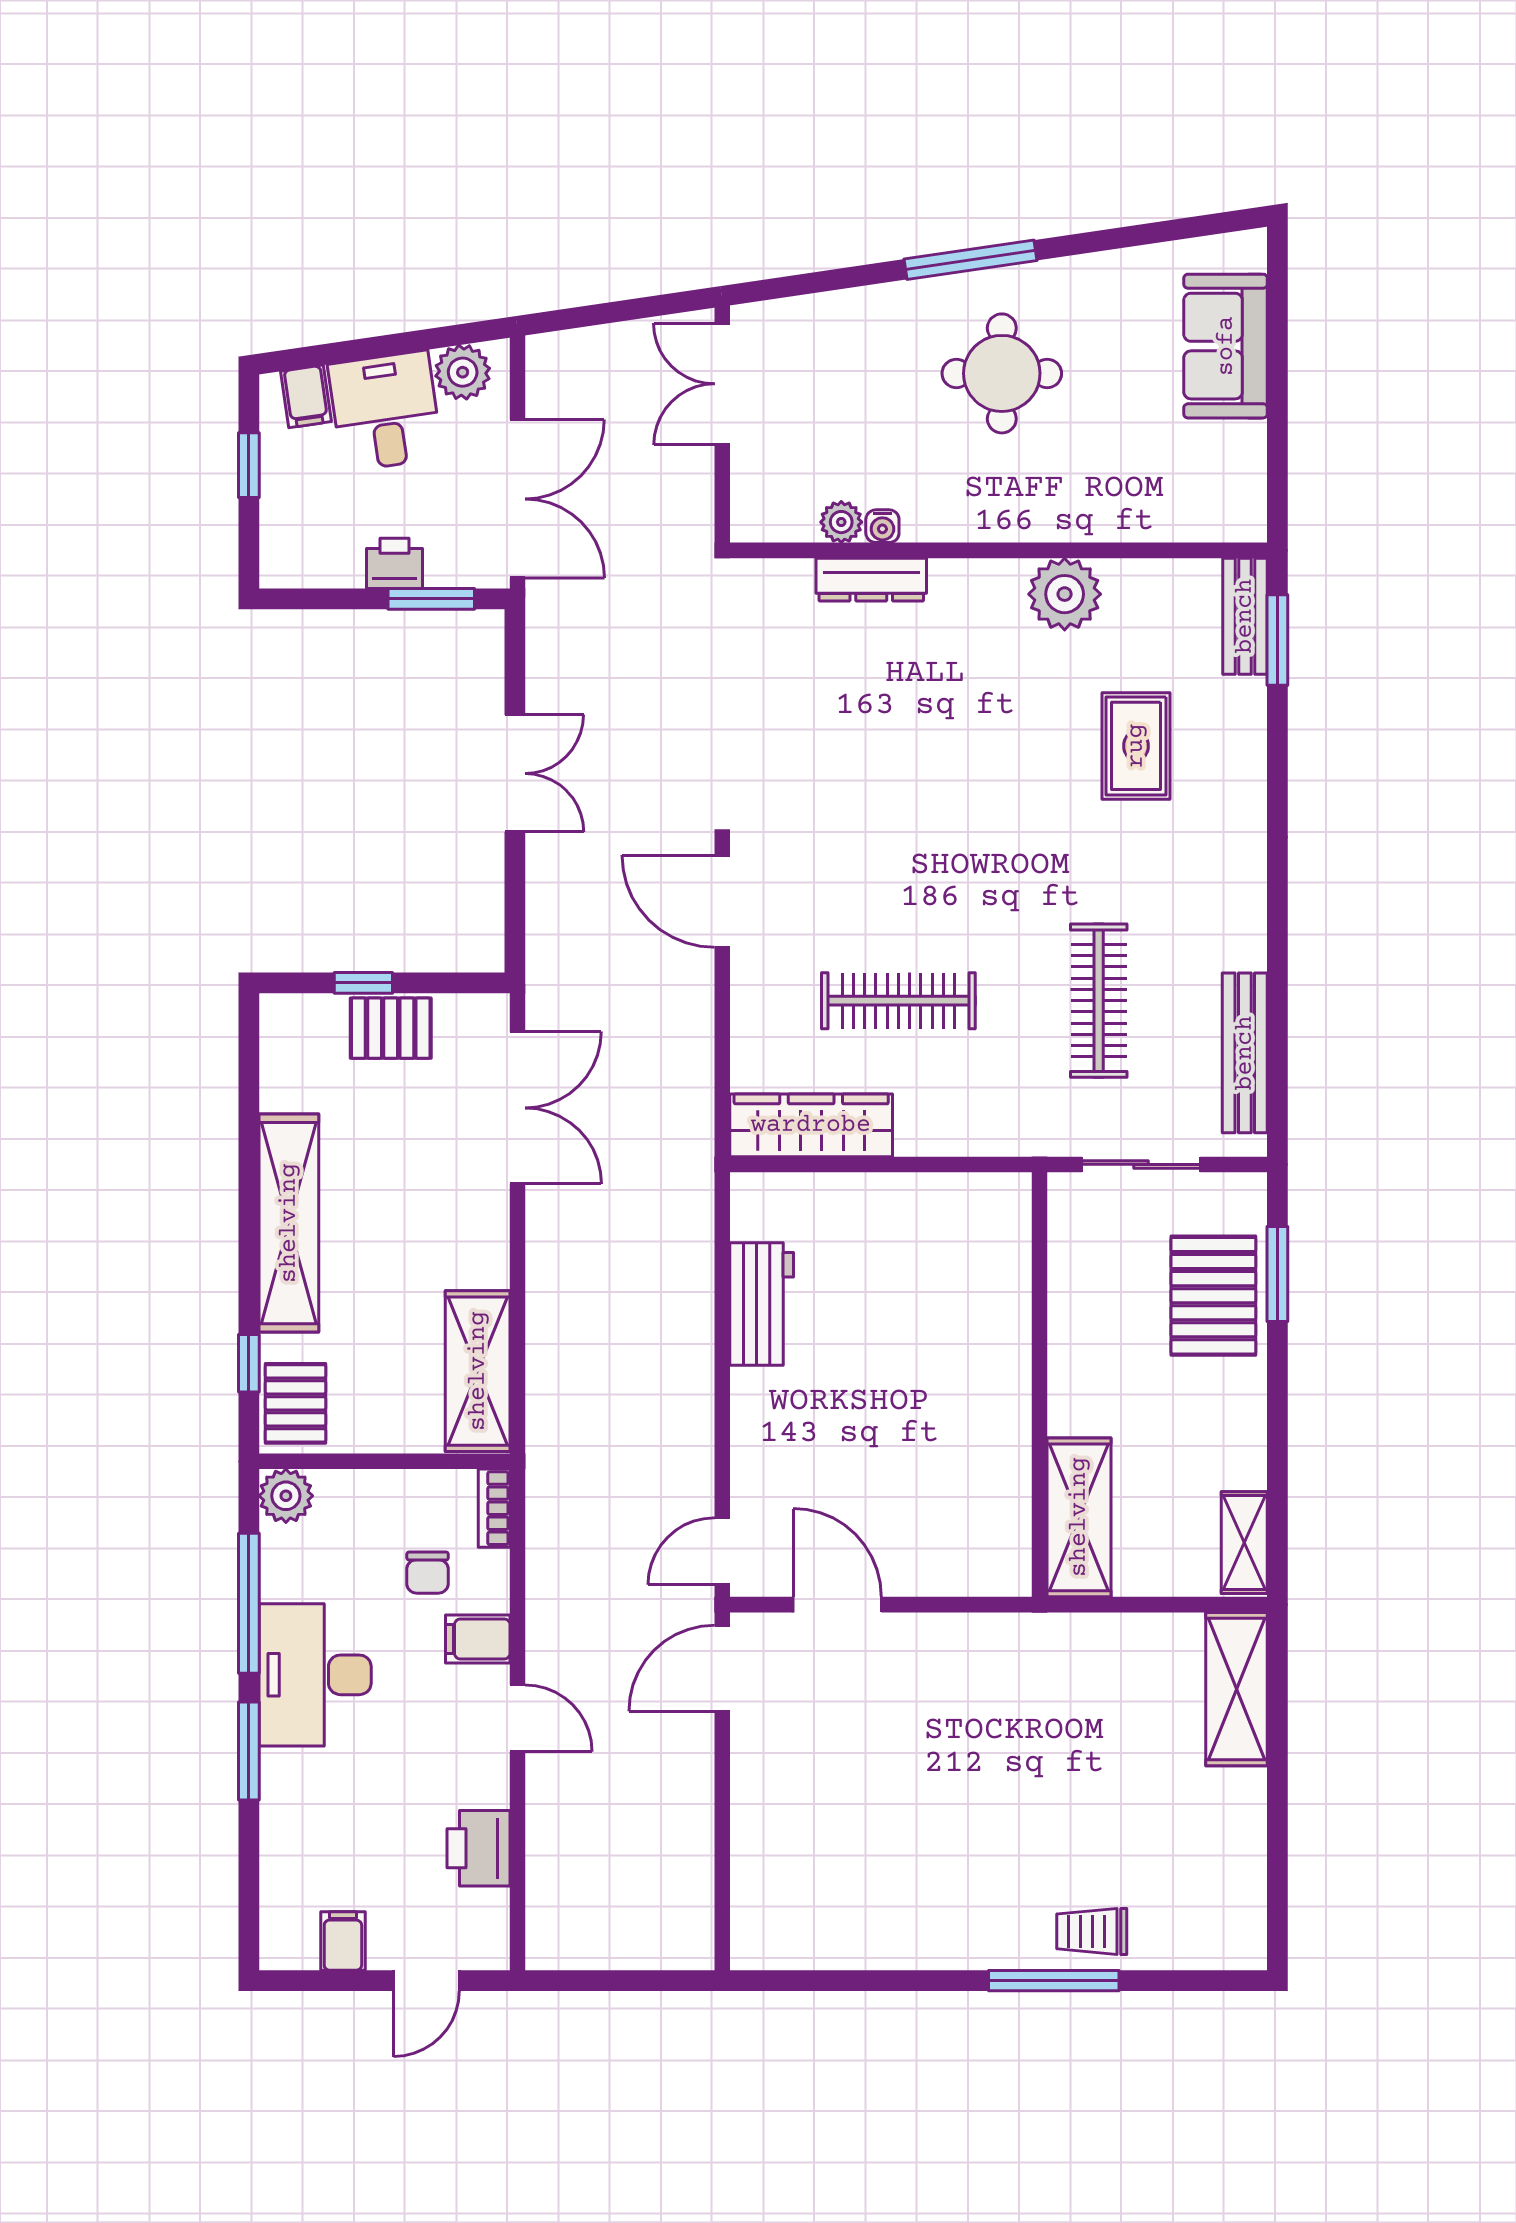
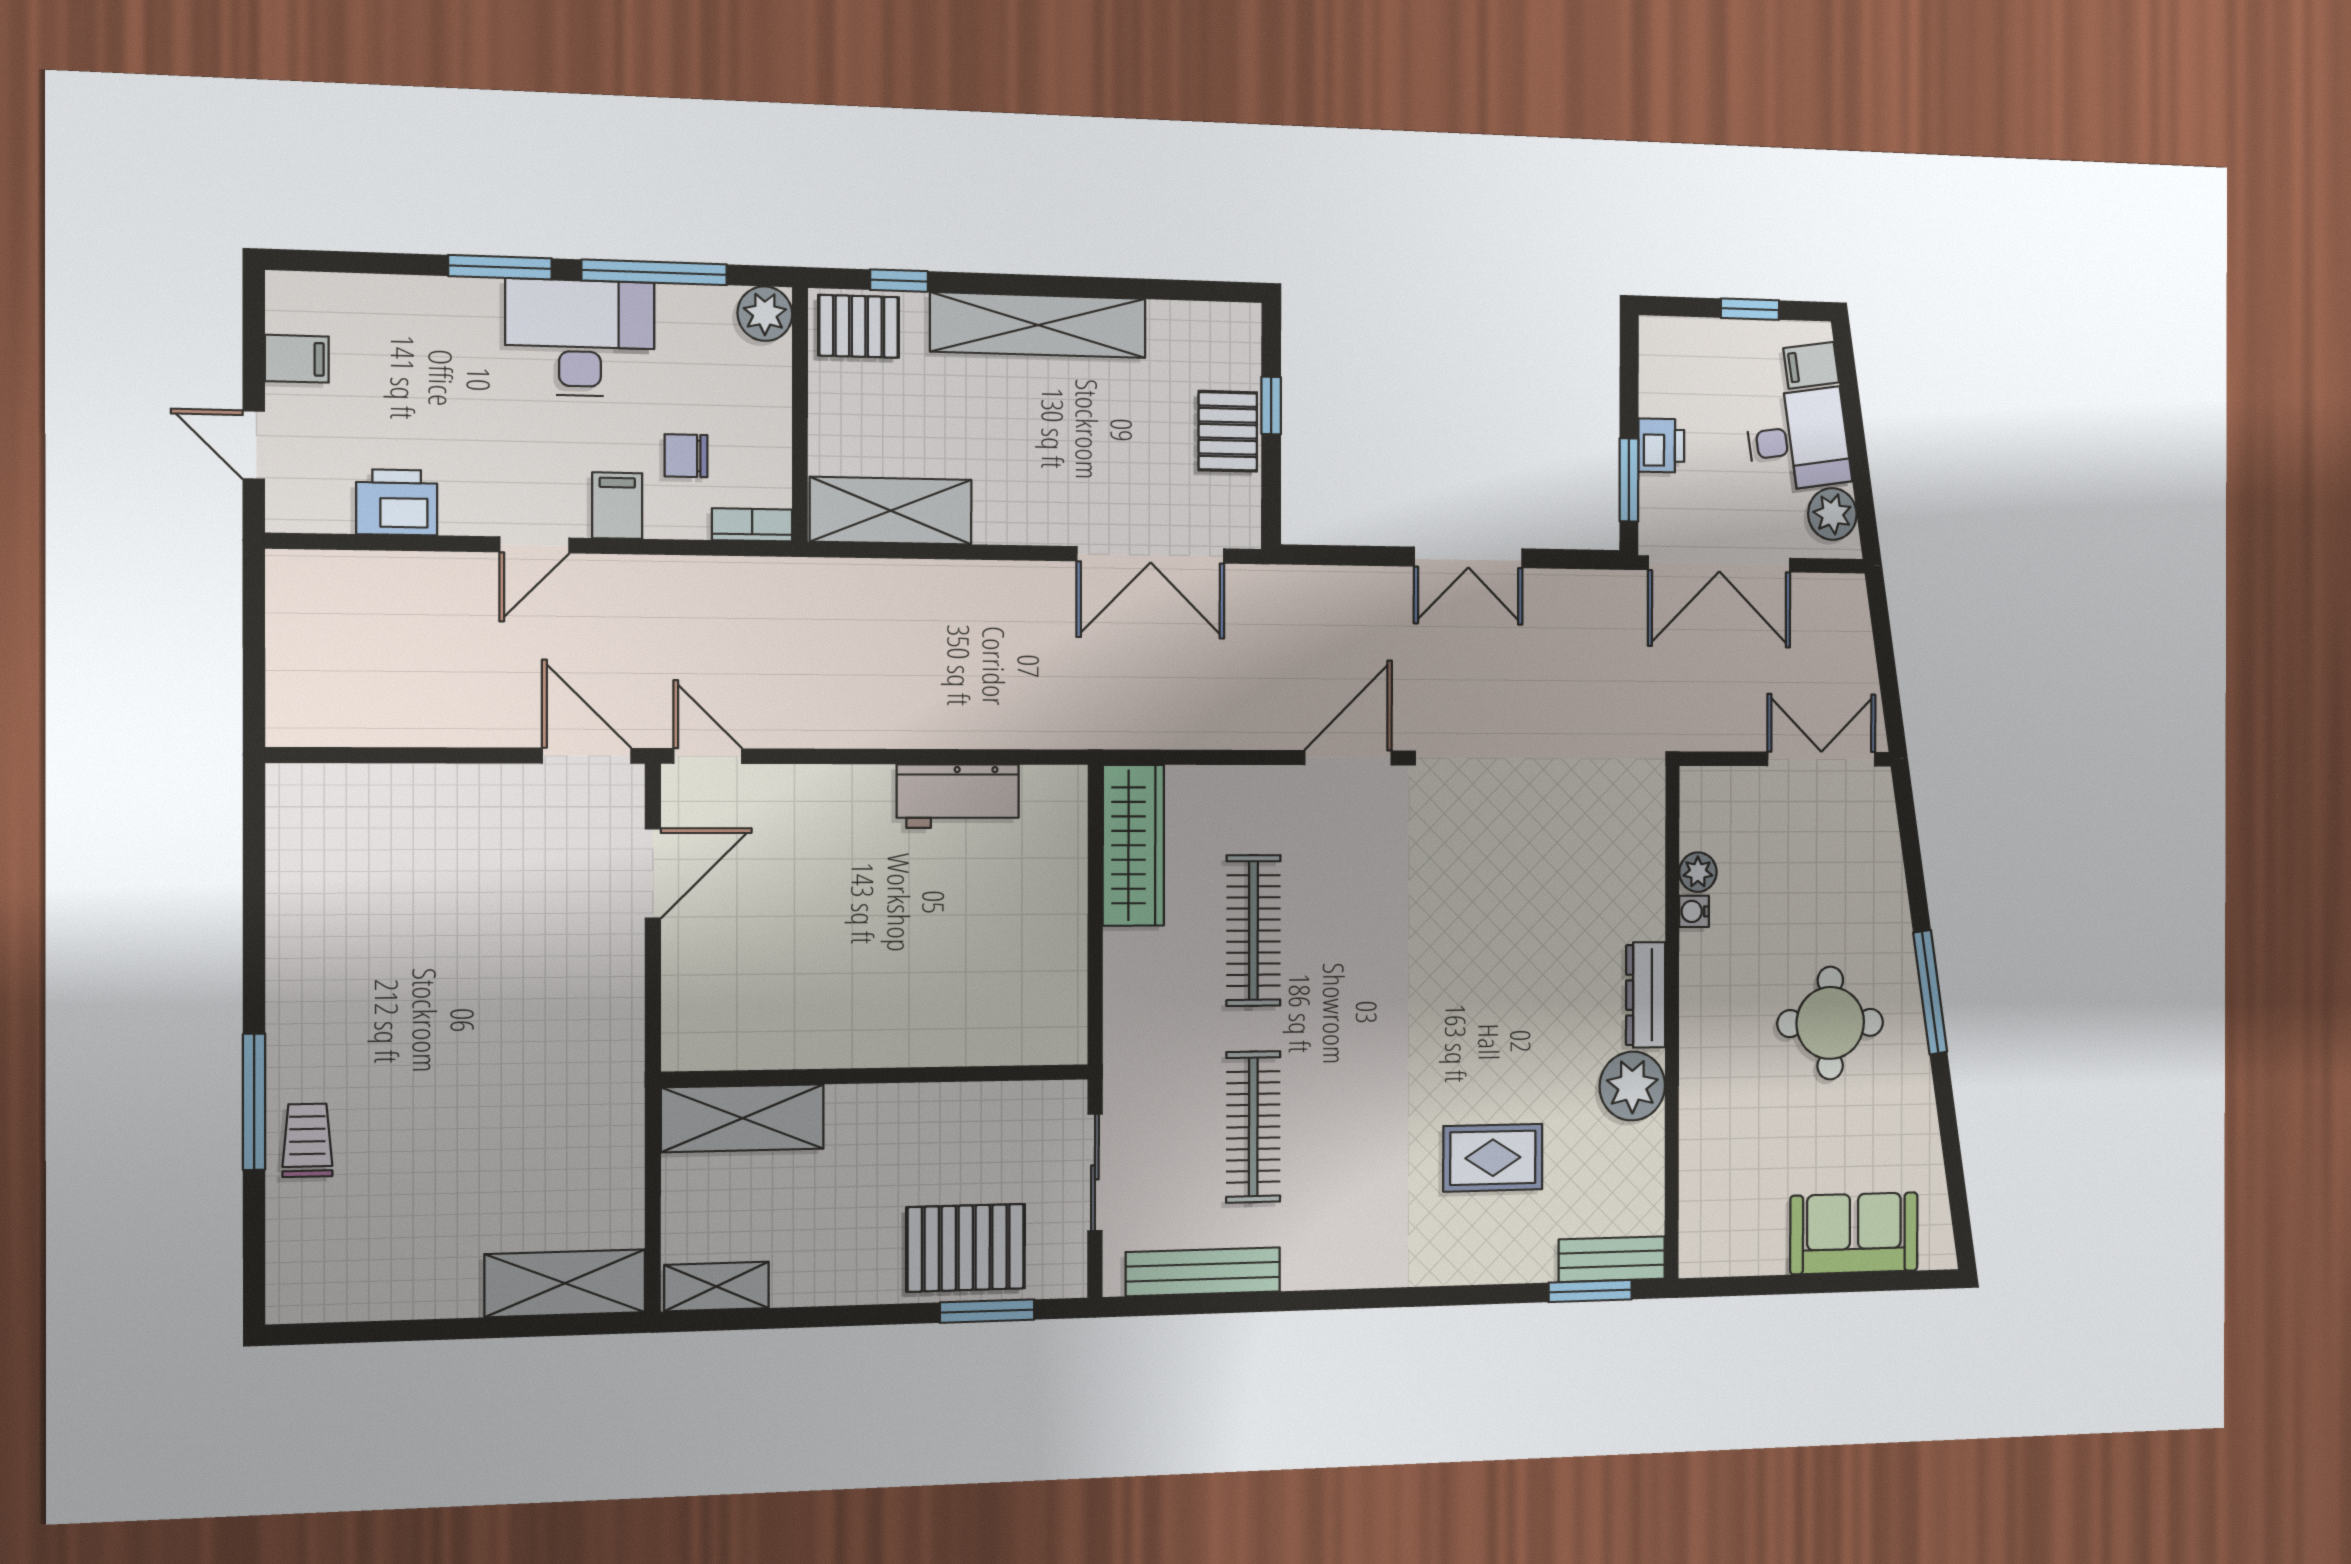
dresser: (871, 580) -> (1646, 995), moved
clothes rail: (1099, 1001) -> (1253, 1127), turned 90

